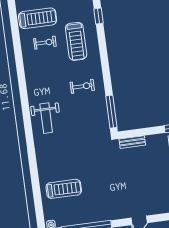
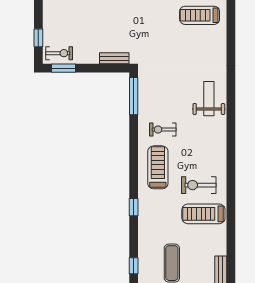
treadmill: (76, 41) -> (158, 167), moved
exercise bike: (45, 43) -> (199, 185), width x1.38, depth x1.39

